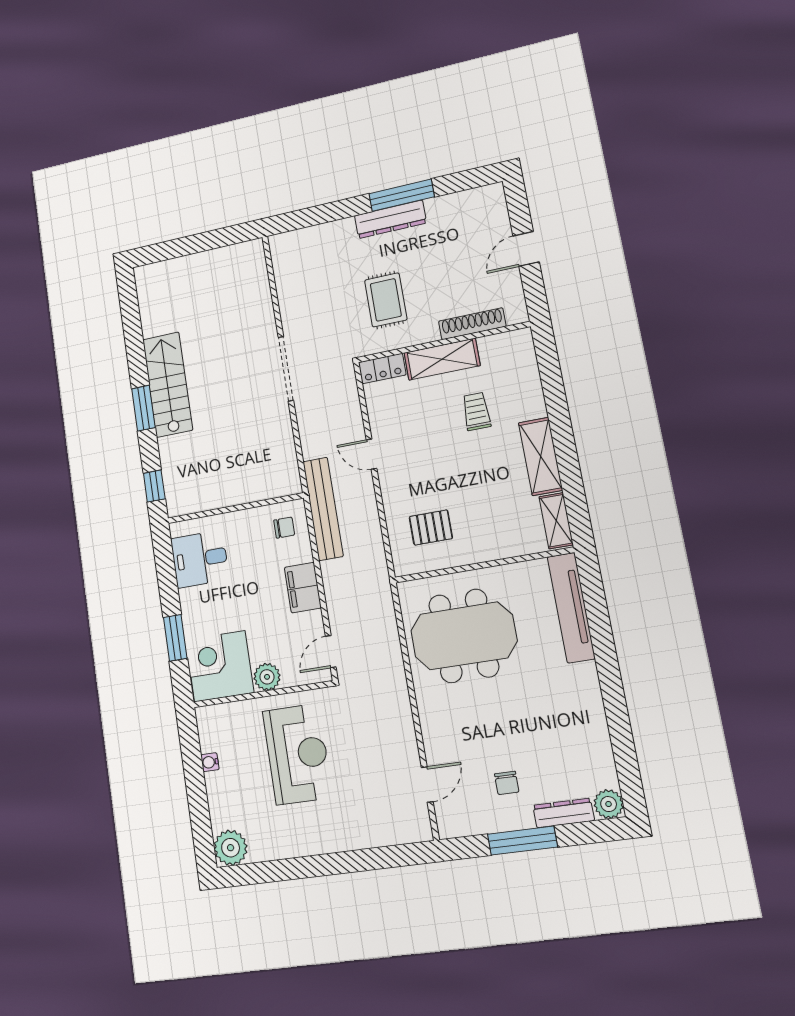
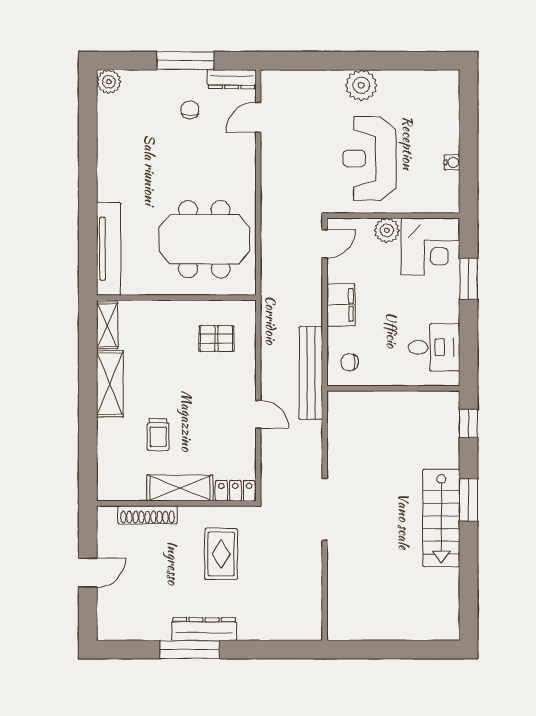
dresser: (564, 813) -> (232, 79), moved
plant: (231, 848) -> (361, 85), moved

